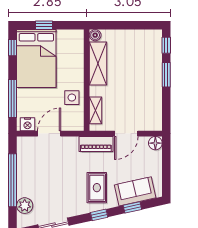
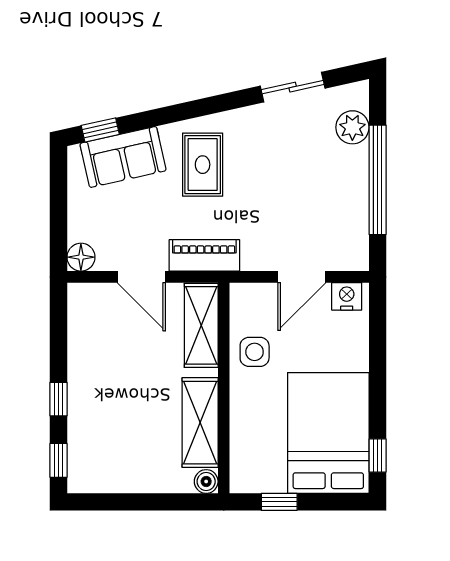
window: (44, 25) -> (279, 502), moved
window: (166, 75) -> (58, 399), width x0.67
window: (13, 98) -> (378, 350), removed
shelving: (95, 110) -> (201, 325), width x1.50, depth x1.33
door: (126, 134) -> (141, 277), swing flipped
window: (132, 207) -> (100, 130), moved
window: (99, 215) -> (198, 108), removed

